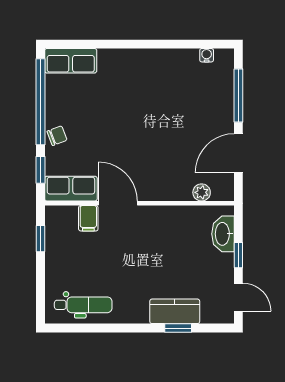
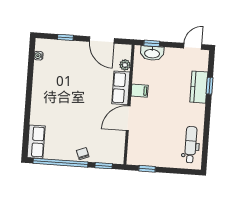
window: (238, 95) -> (65, 37), width x0.46
row of seats: (71, 189) -> (121, 88), moved
filing cabinet: (88, 218) -> (140, 91), moved
window: (238, 255) -> (152, 43), moved

